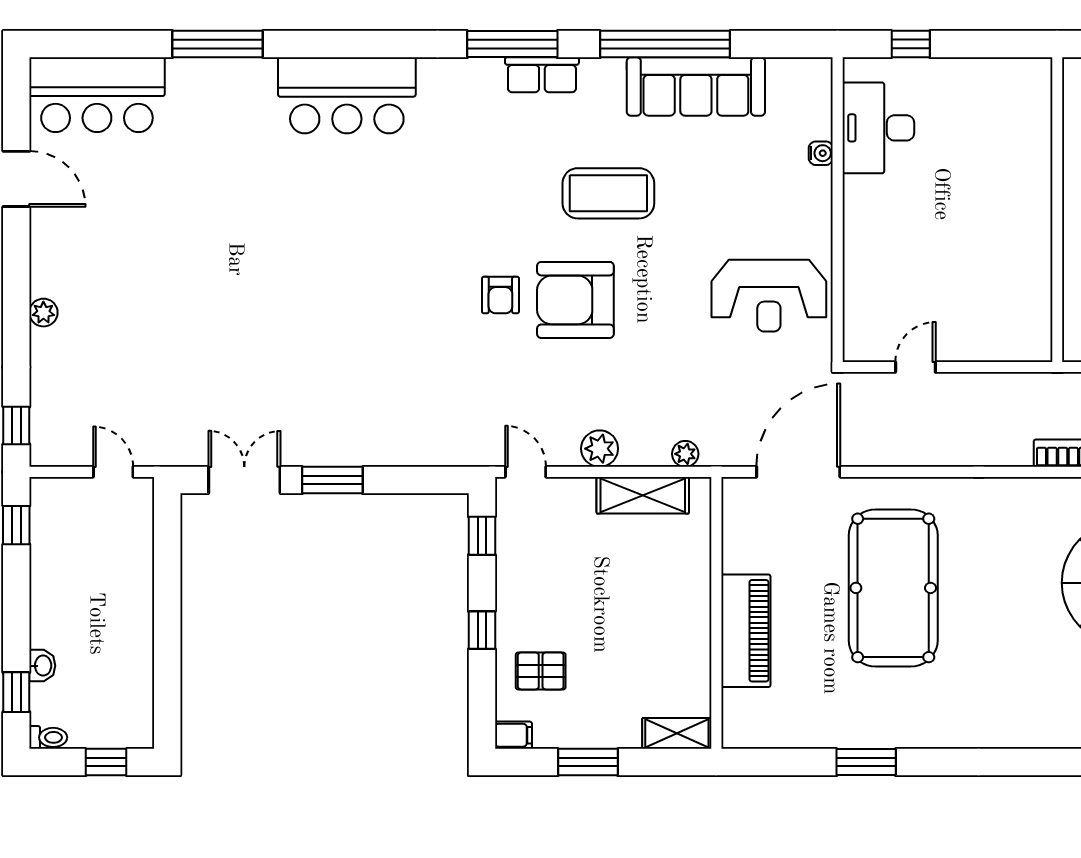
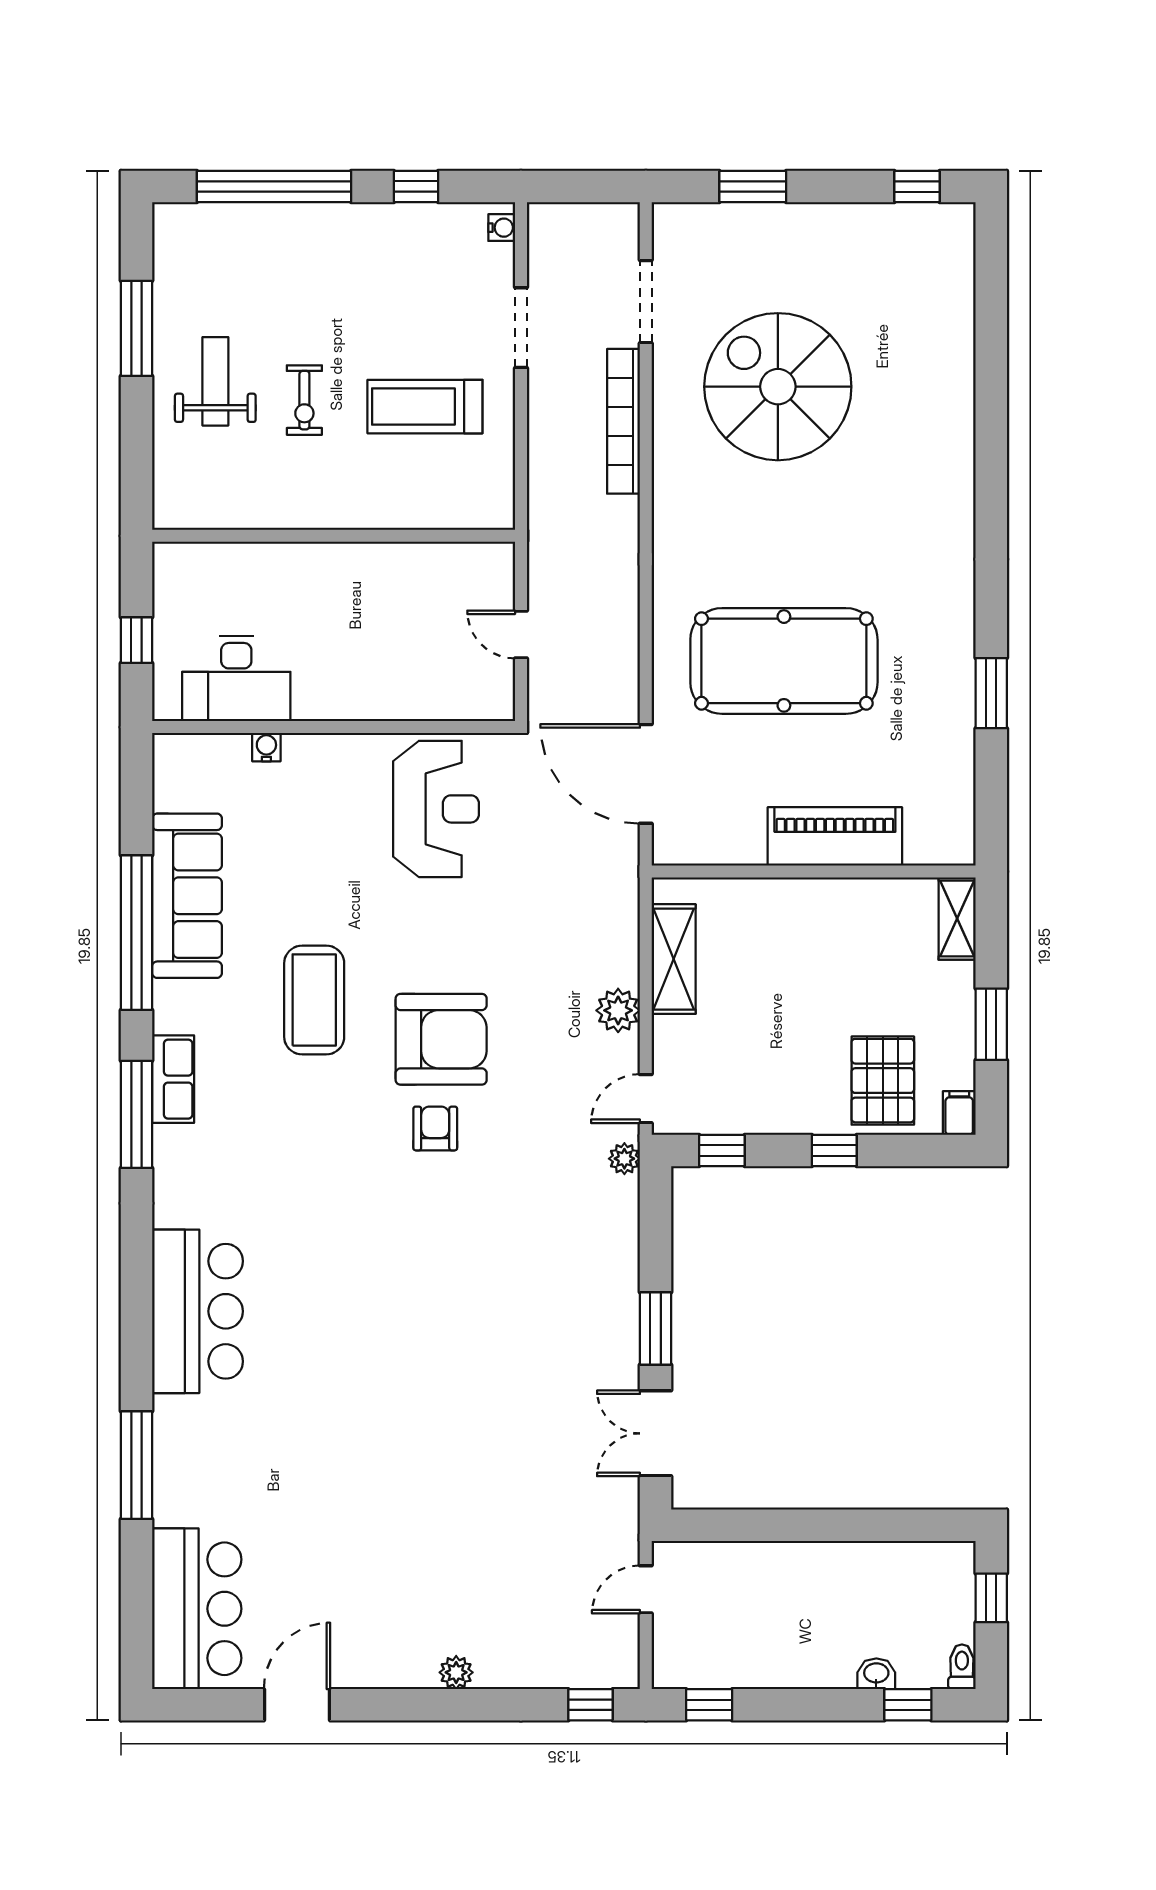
wall: (1057, 210) -> (334, 536), moved
armchair: (500, 295) -> (435, 1128), turned -90
armchair: (575, 300) -> (441, 1039), turned -90
plant: (685, 454) -> (624, 1159), moved
pallet: (541, 671) -> (883, 1081), width x1.50, depth x1.42

